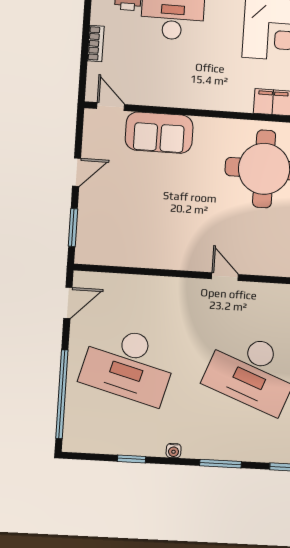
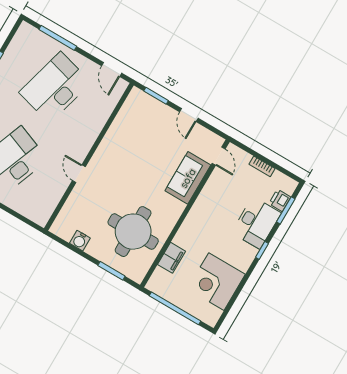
door: (111, 107) -> (219, 156), hinge flipped
door: (225, 277) -> (79, 174), swing flipped
window: (62, 394) -> (58, 38), width x0.68

